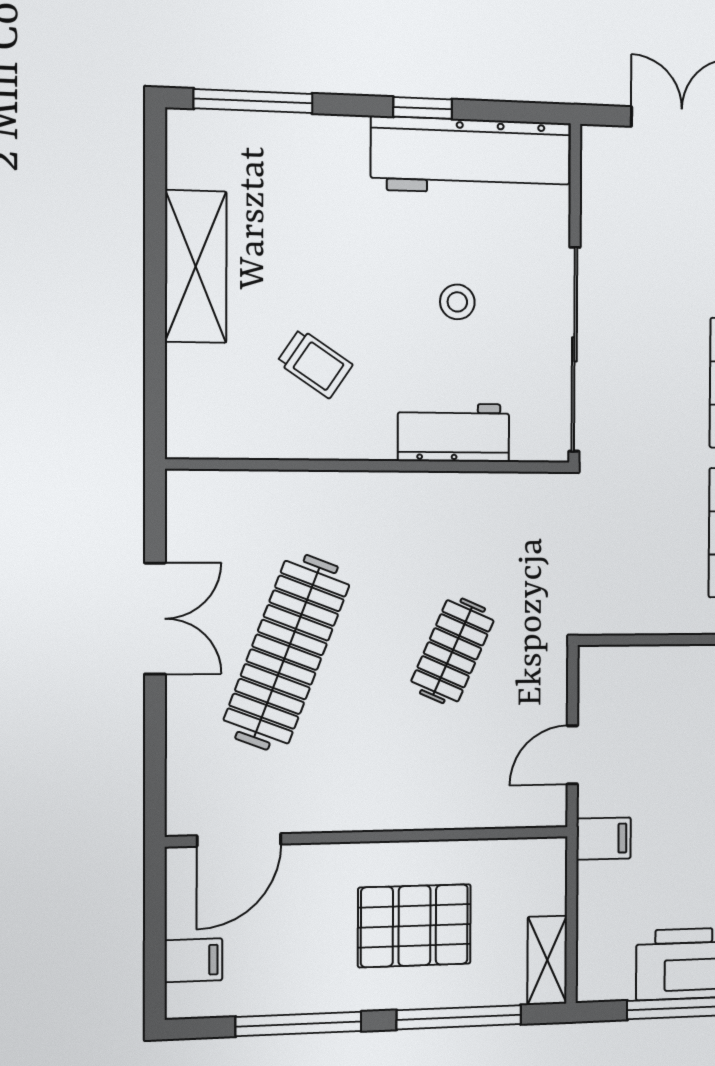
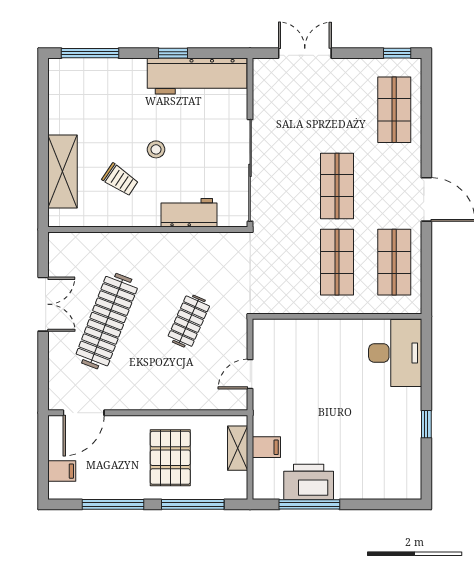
shelving: (196, 266) -> (63, 171), moved
stool: (457, 302) -> (156, 149), moved
filing cabinet: (604, 839) -> (266, 447), moved
pallet: (414, 926) -> (170, 458), turned 90
shelving: (547, 960) -> (238, 448), moved

